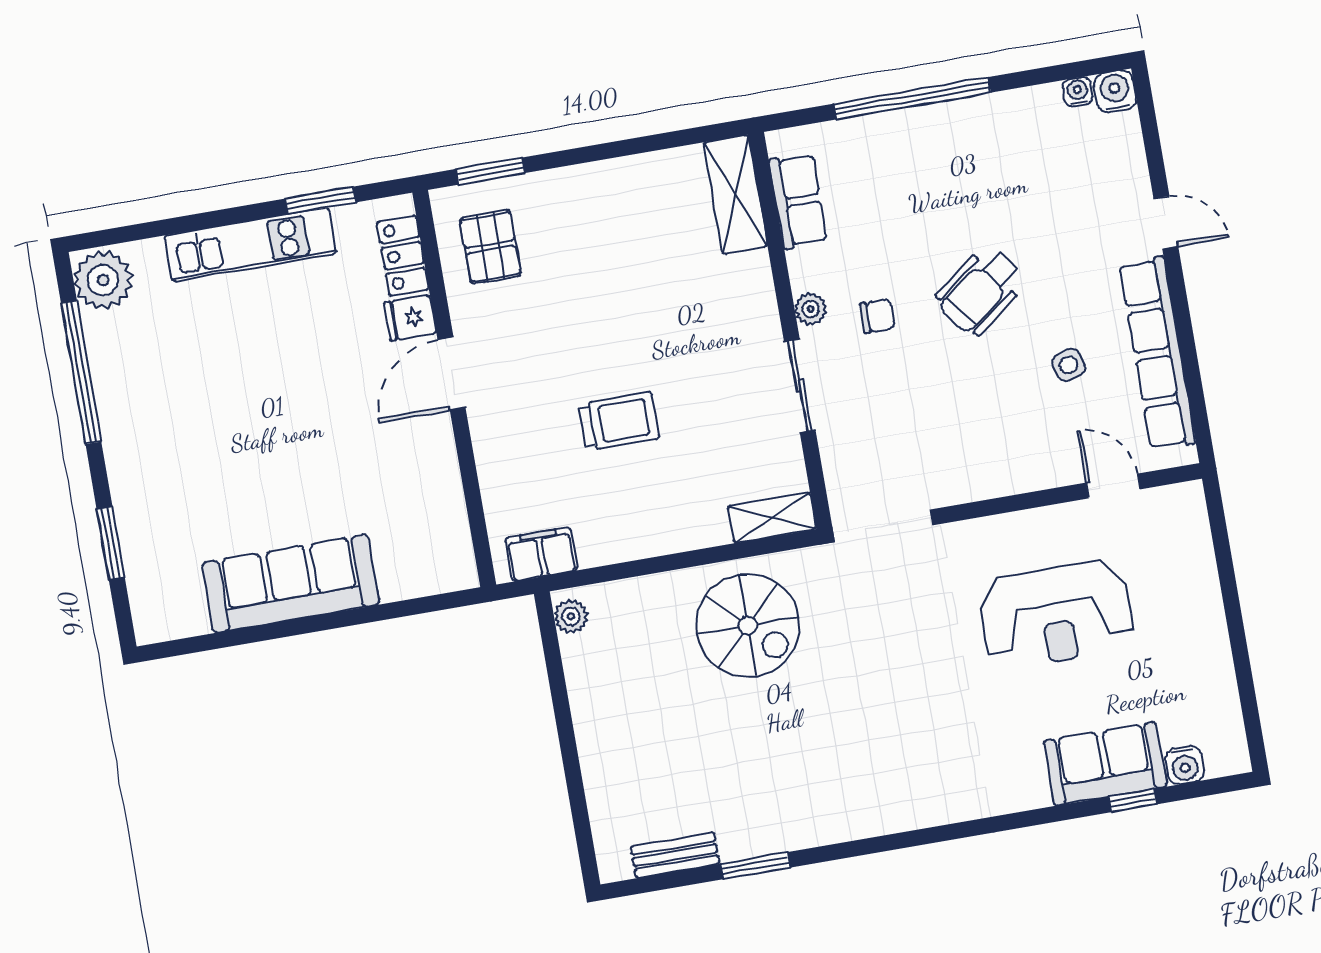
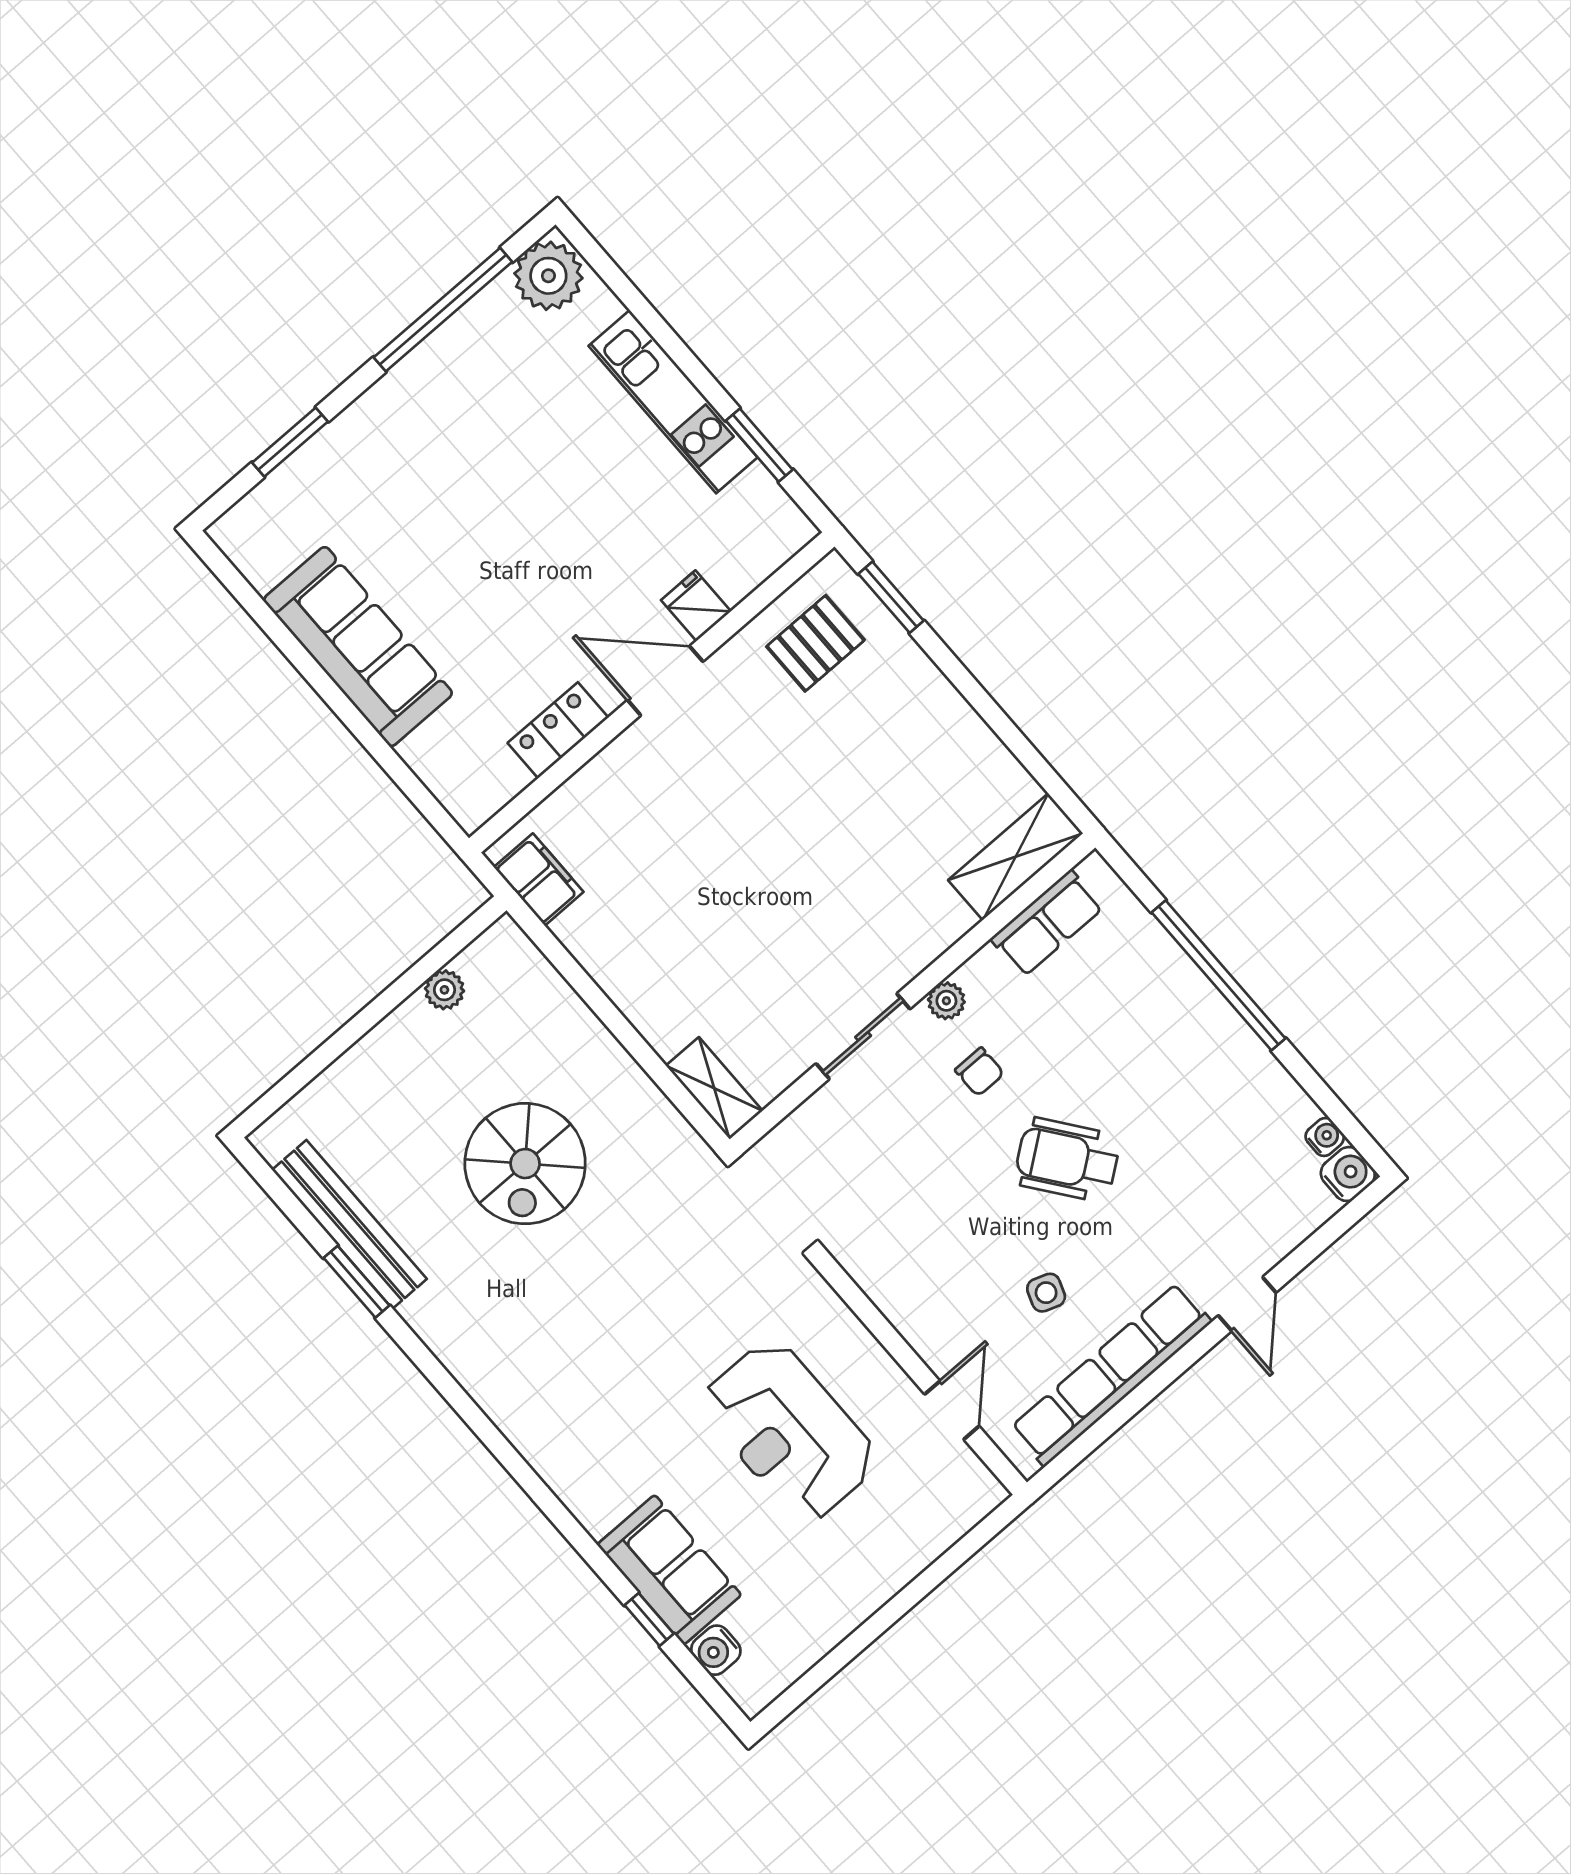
locker: (403, 256) -> (558, 730), moved
side table: (1069, 365) -> (1046, 1293), turned 36
trolley: (619, 421) -> (719, 877), removed
plant: (571, 617) -> (444, 990), moved
spiral stairs: (748, 625) -> (525, 1164), moved
bench: (675, 855) -> (349, 1224), width x1.86, depth x1.21

